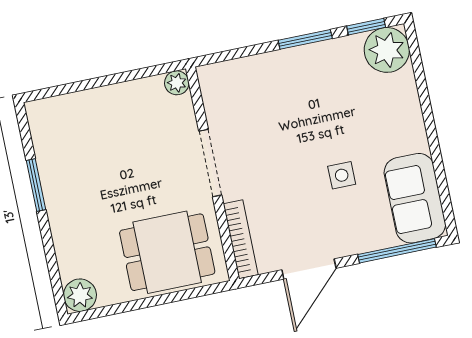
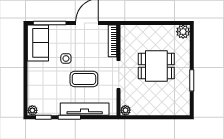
plant: (387, 50) -> (32, 110), width x0.53, depth x0.53
tv unit: (273, 66) -> (85, 109), added
coffee table: (289, 136) -> (84, 79), added
dining table: (167, 252) -> (156, 66), moved

